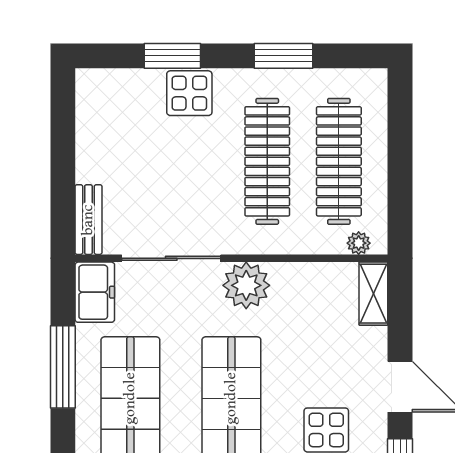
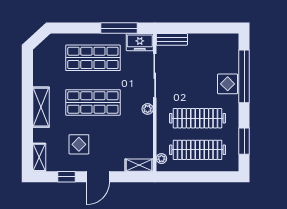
window: (172, 56) -> (244, 76), width x2.11
window: (284, 56) -> (244, 141), moved
plant: (246, 285) -> (148, 109), width x0.53, depth x0.53
window: (63, 367) -> (119, 28), moved

